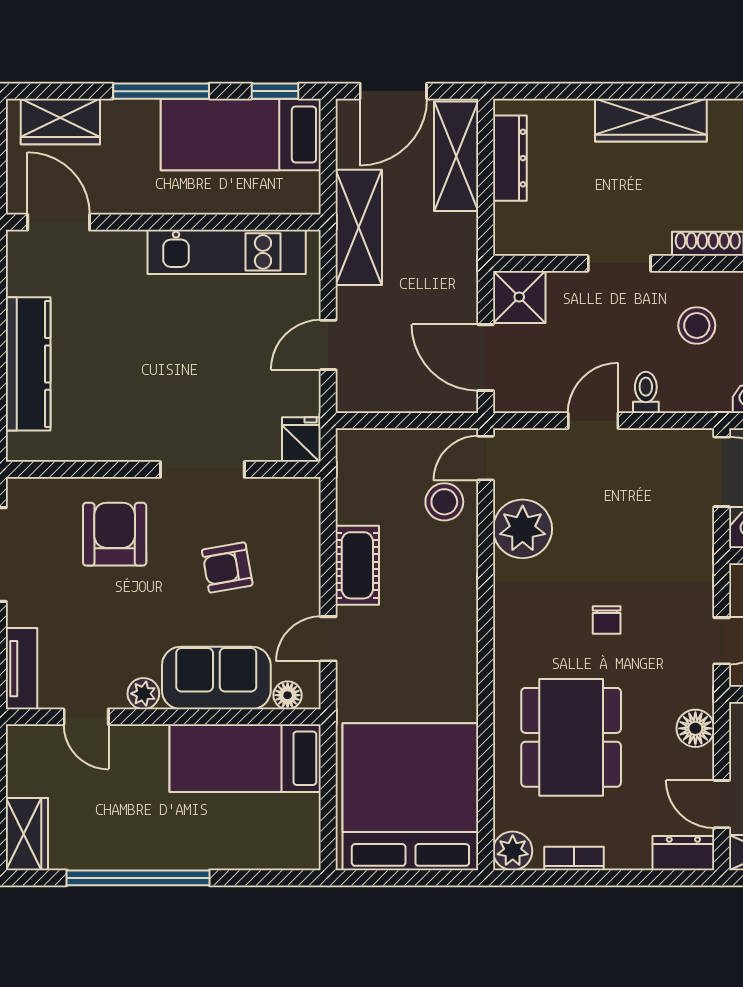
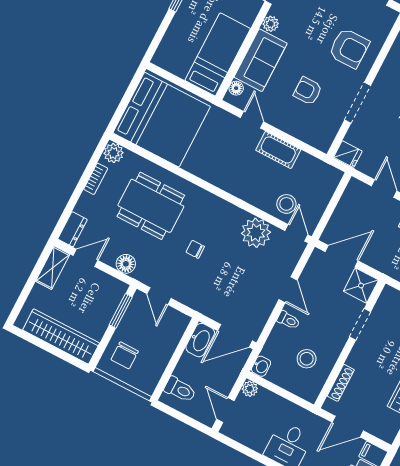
doorway: (619, 263) -> (360, 324), moved
armchair: (227, 567) -> (308, 91), turned -80

